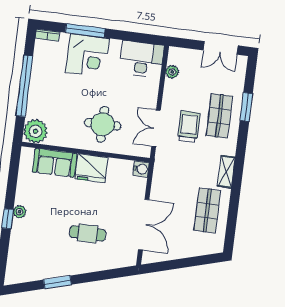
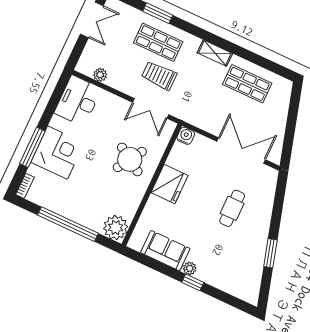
round table: (103, 124) -> (130, 159), turned 32
sofa: (55, 163) -> (165, 251), moved, turned -90

